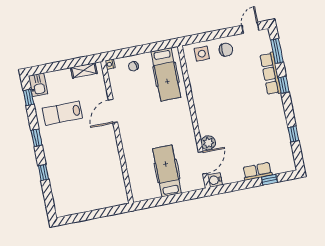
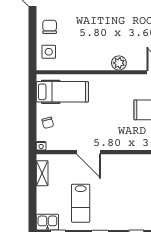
plant: (208, 143) -> (119, 63), moved

